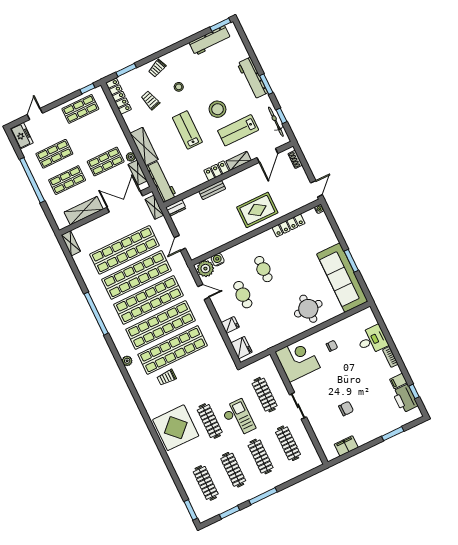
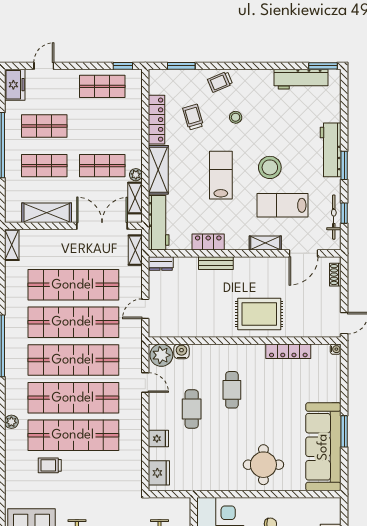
locker: (119, 96) -> (157, 120), moved
locker: (216, 171) -> (208, 242), moved

